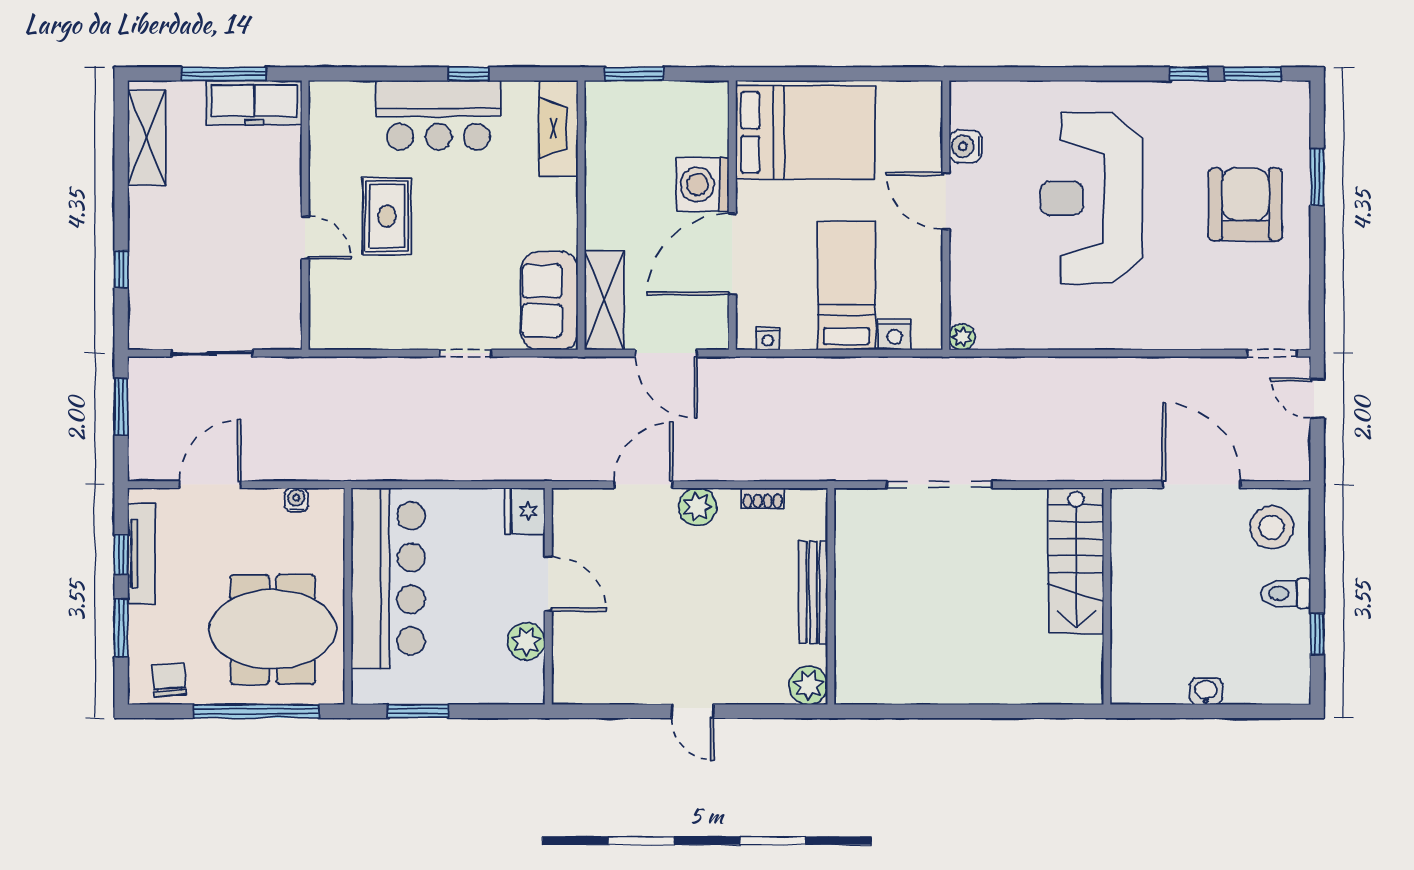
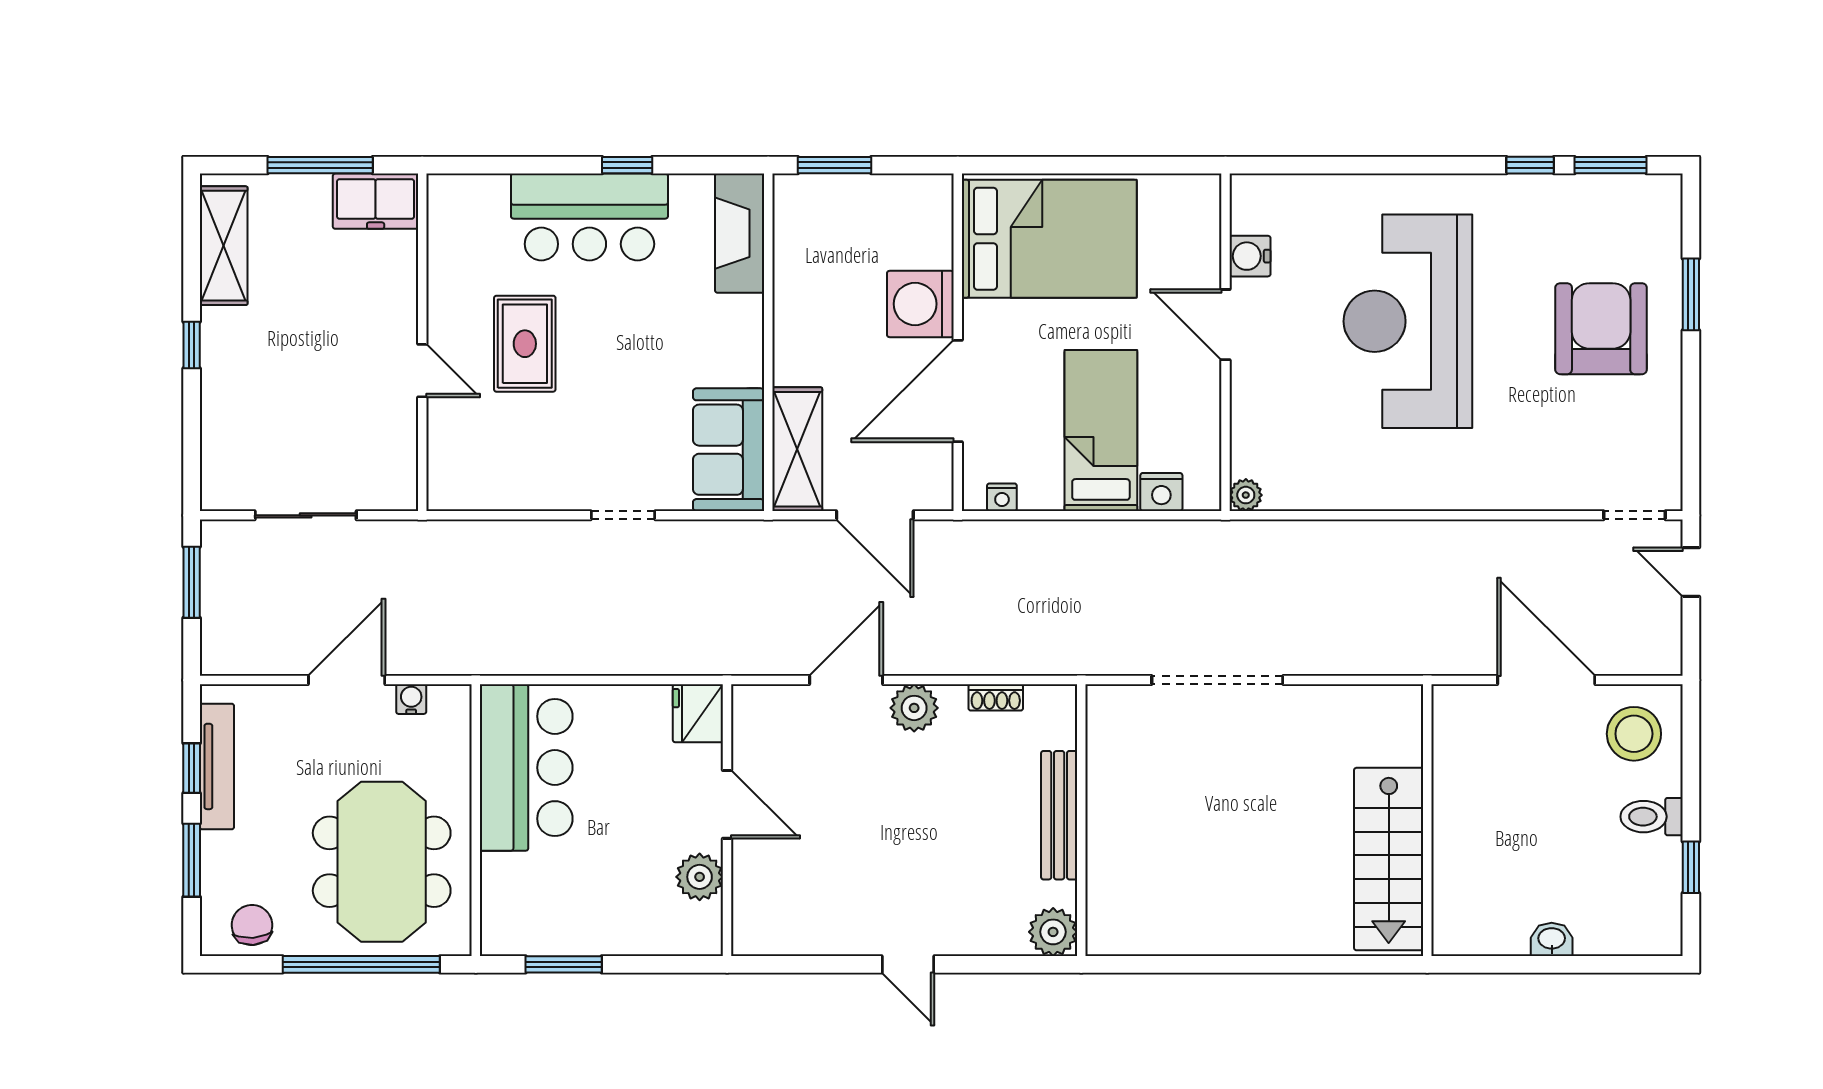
freezer: (254, 103) -> (376, 201), width x0.71
window: (121, 269) -> (192, 345), moved
door: (210, 485) -> (347, 680), moved
stairs: (1076, 561) -> (1389, 859), moved
bar counter: (388, 578) -> (526, 768), width x0.73
meeting table: (273, 629) -> (382, 862), turned 90

